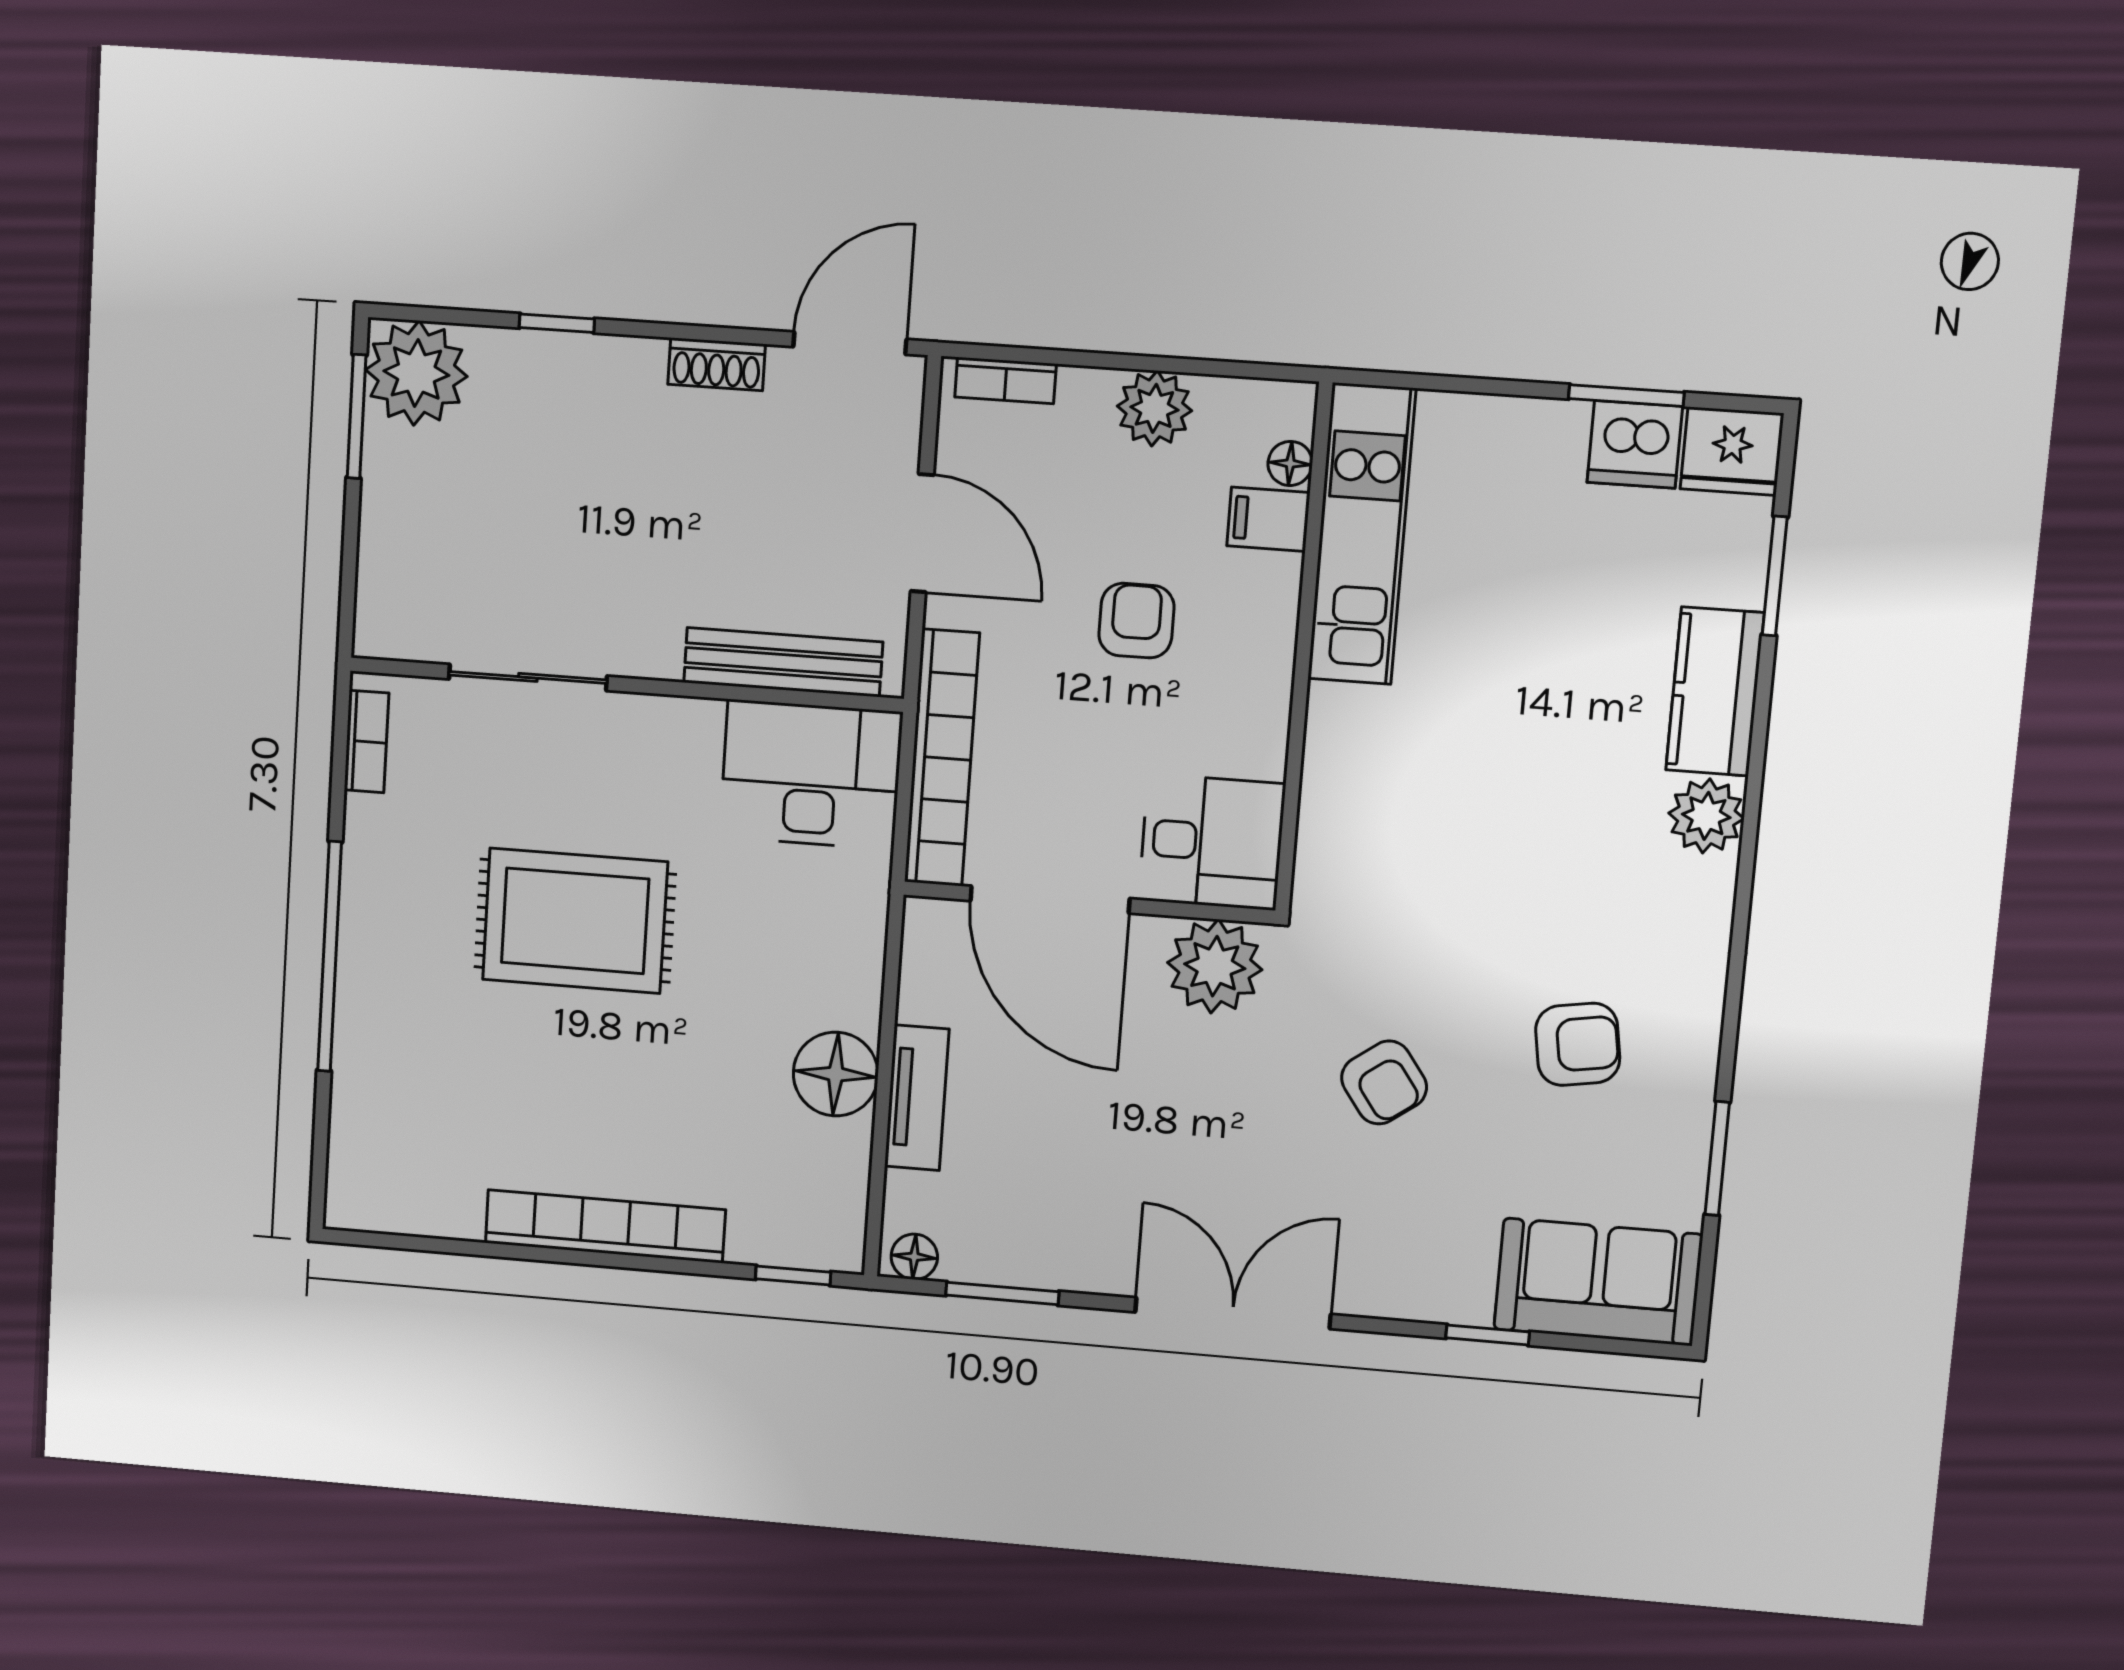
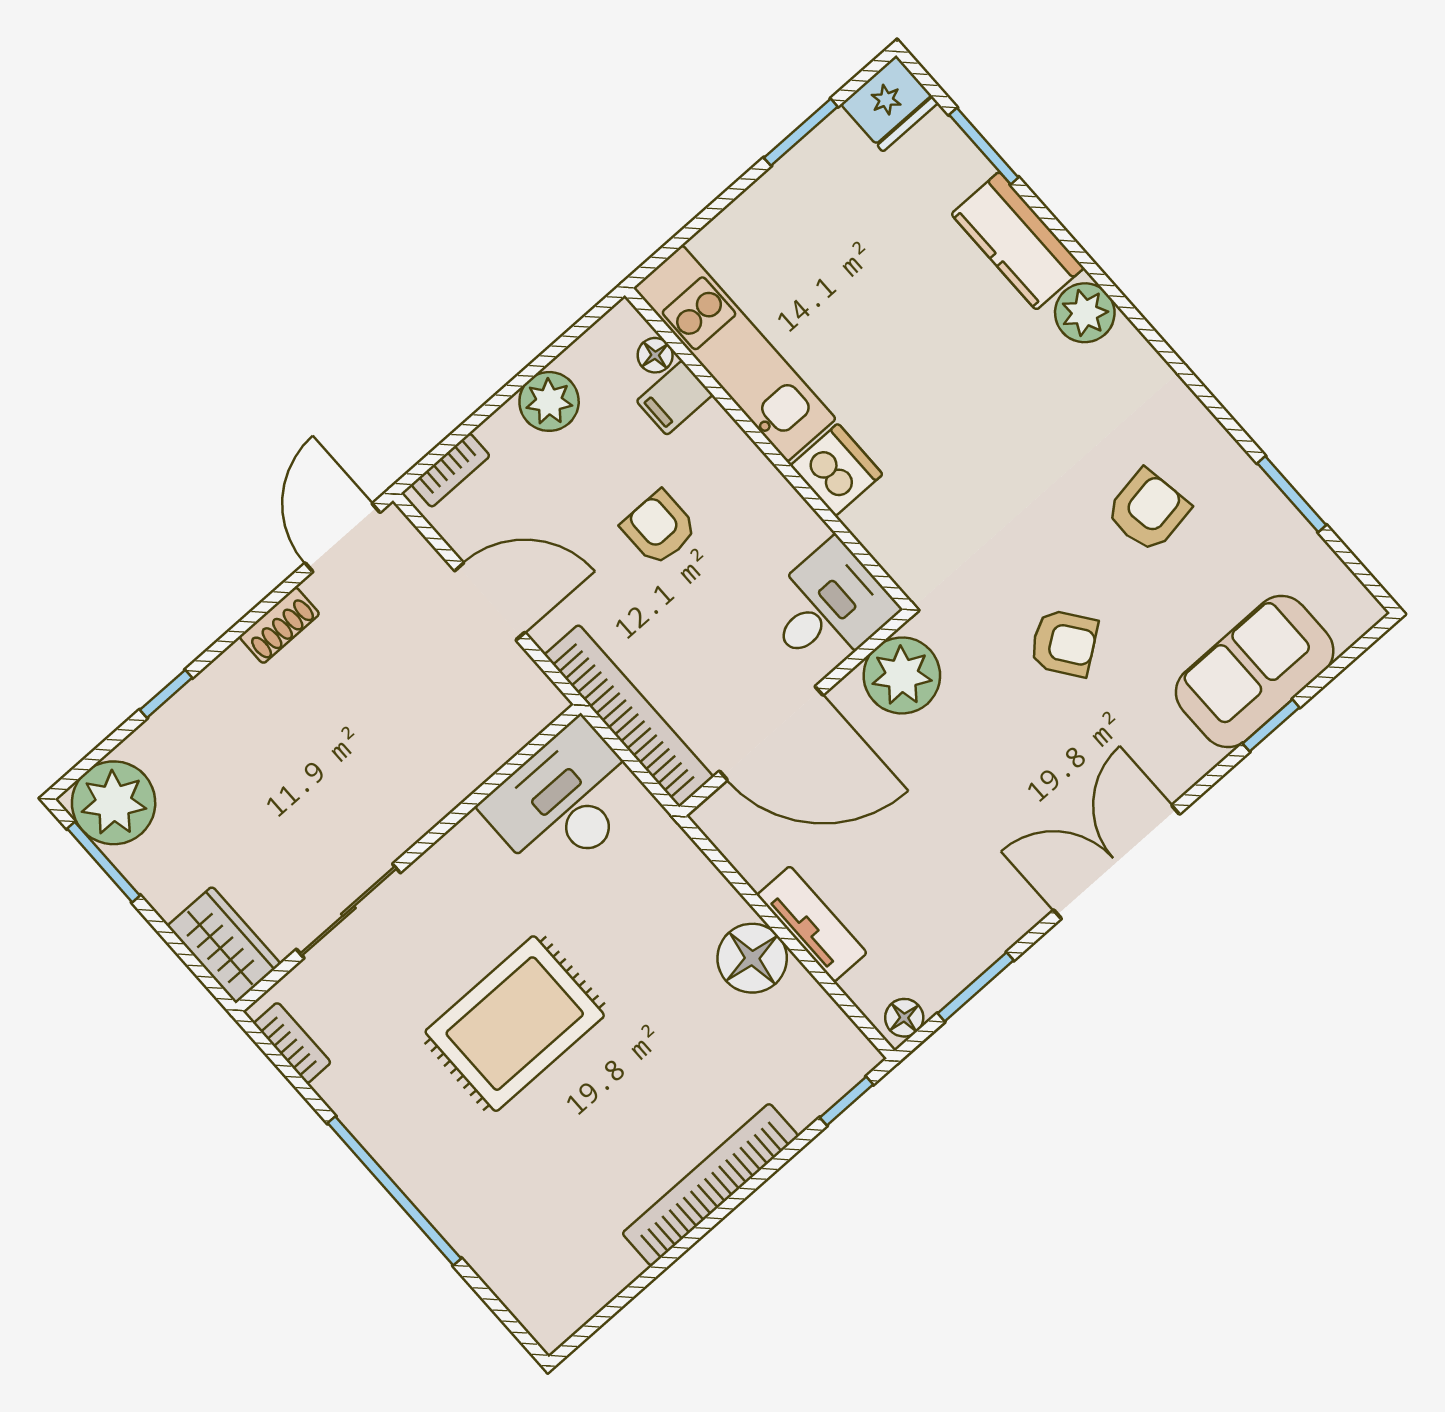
dishwasher: (1635, 444) -> (836, 470), moved, turned -90
wardrobe: (391, 596) -> (224, 945), added
bench: (783, 662) -> (485, 754), removed
sofa: (1598, 1282) -> (1255, 672), moved

